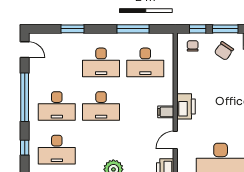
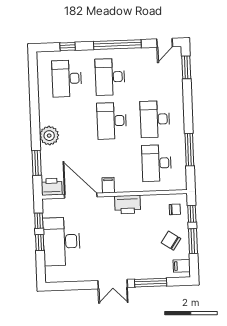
window: (73, 29) -> (186, 67), moved
printer: (186, 106) -> (128, 205), moved
door: (175, 140) -> (81, 196), width x1.88

